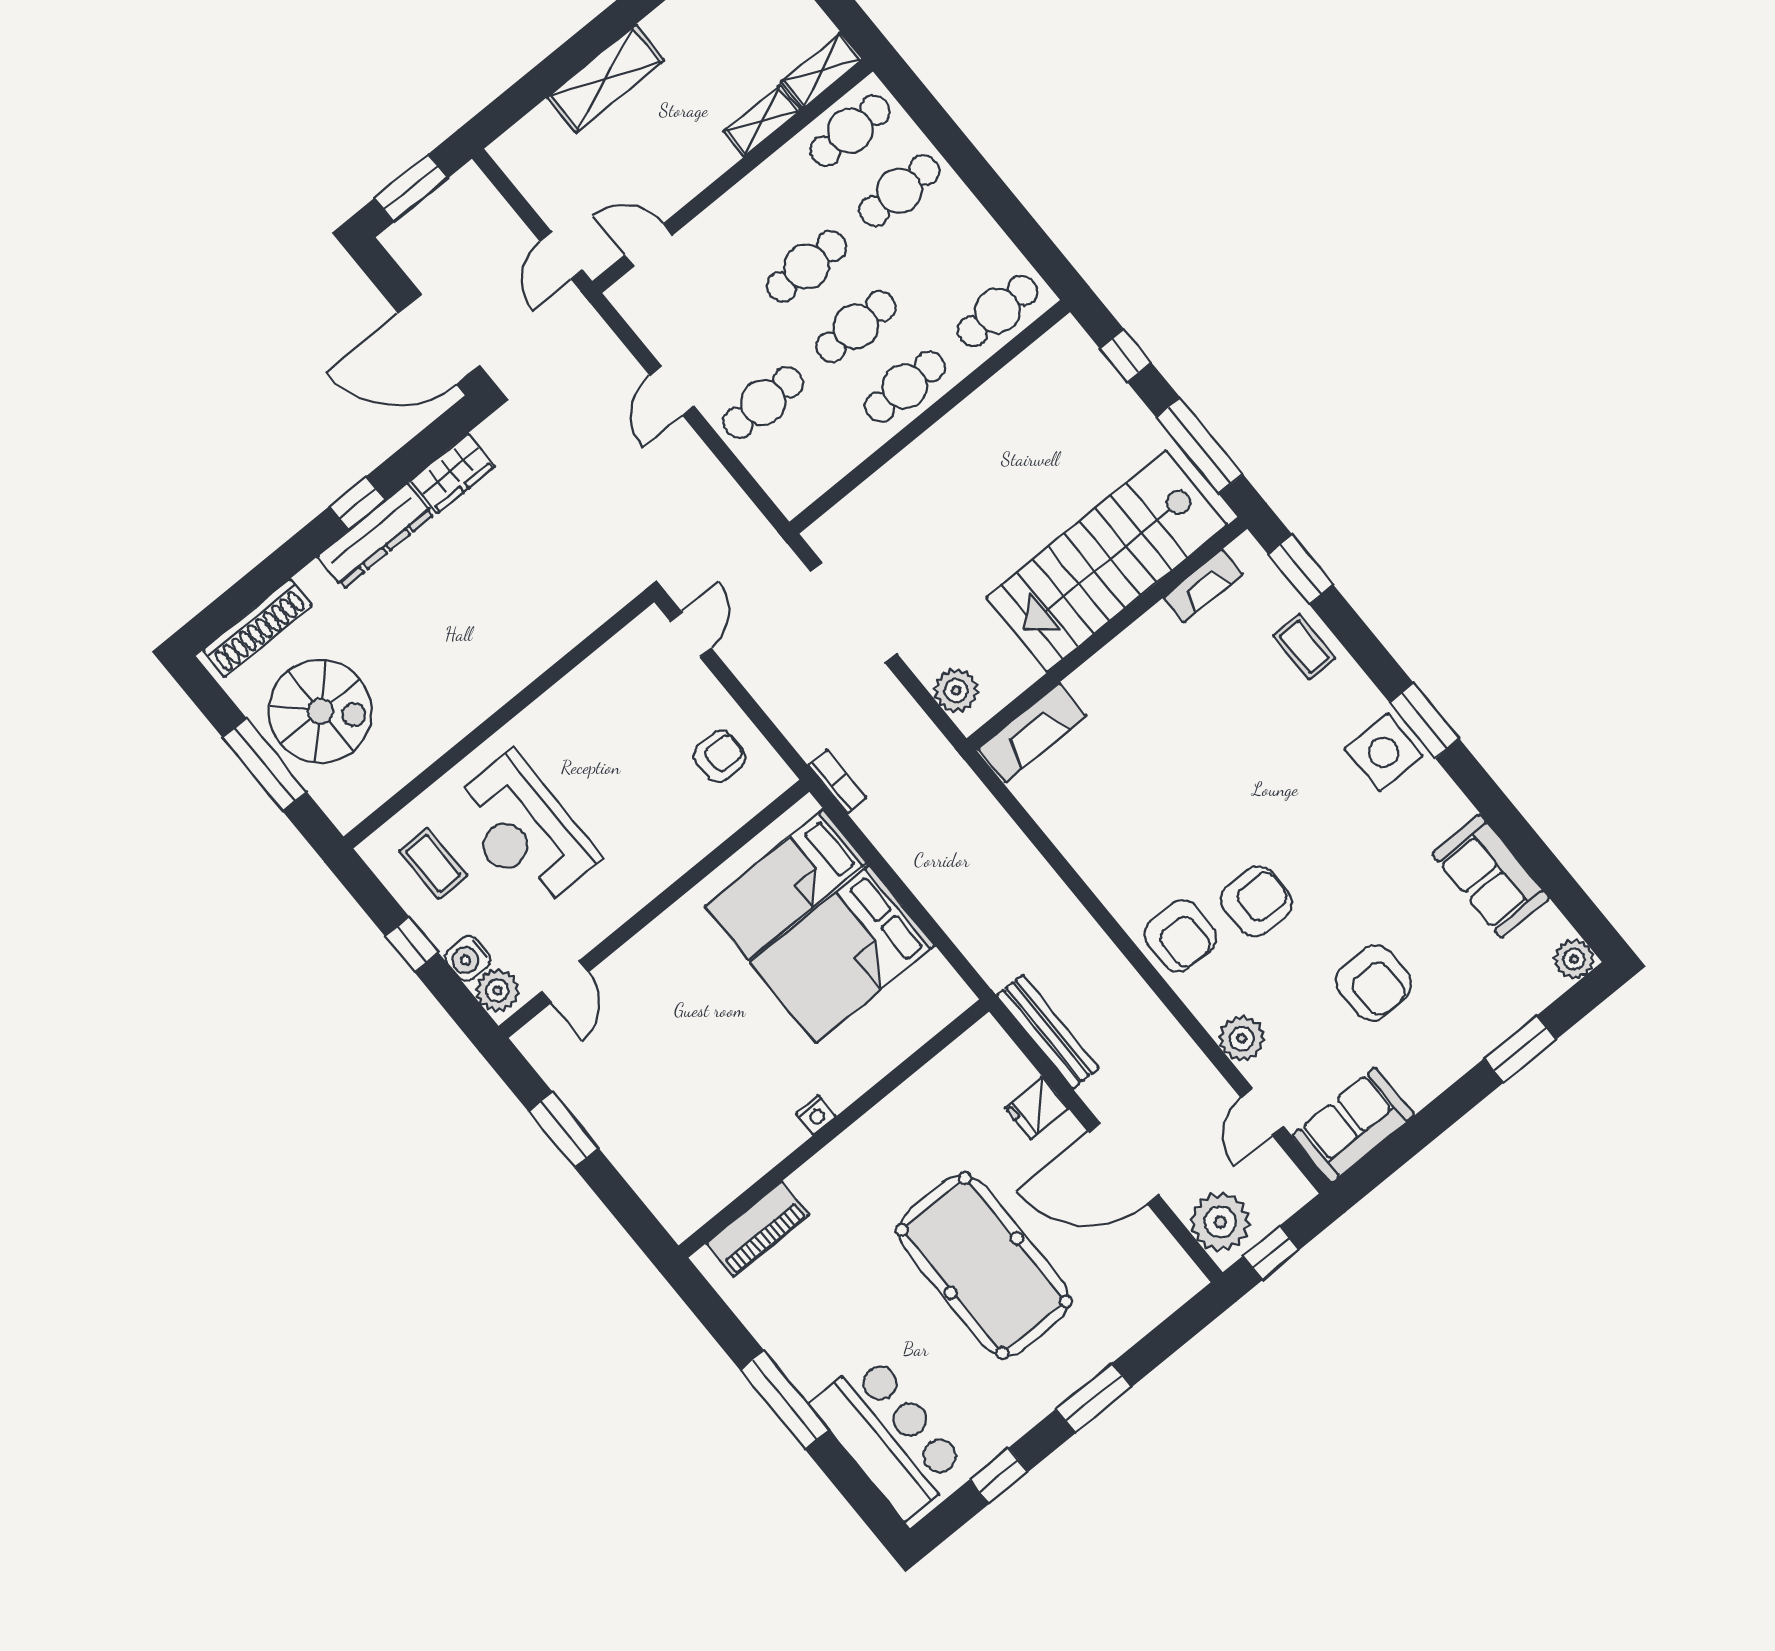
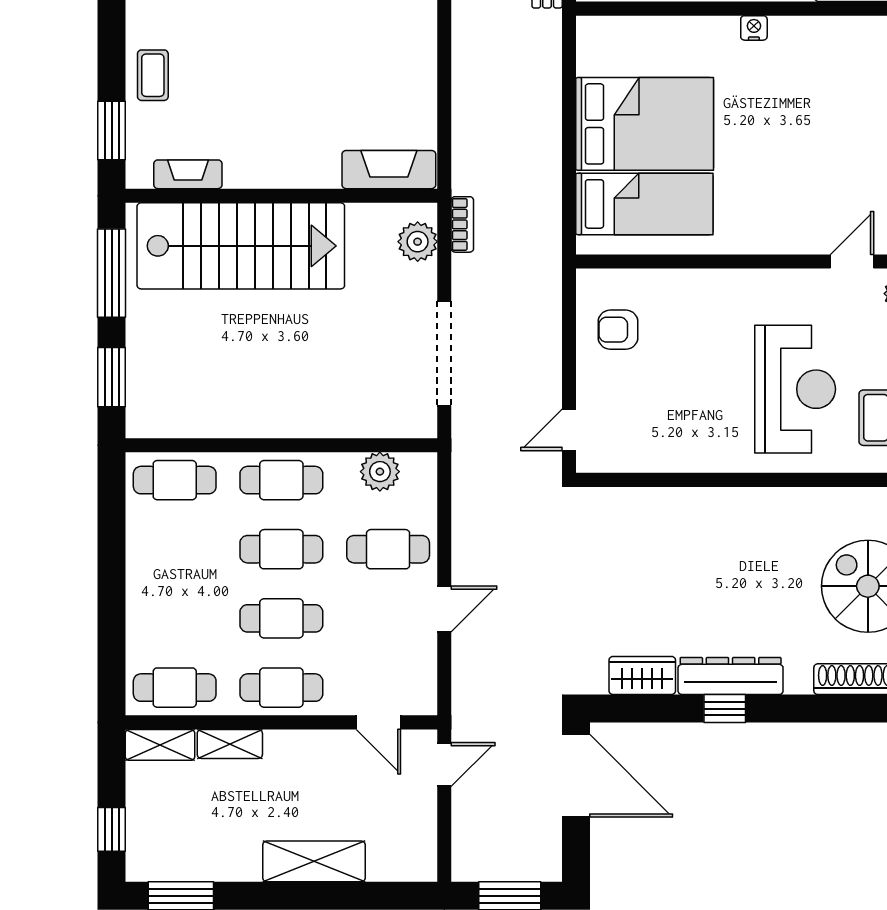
cafe table: (899, 191) -> (281, 688), moved
window: (1125, 355) -> (112, 377), width x1.50
plant: (825, 464) -> (380, 472), added
bookcase: (837, 781) -> (462, 224), moved, turned 180

